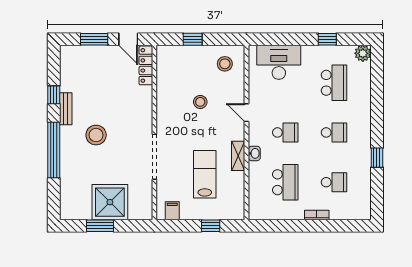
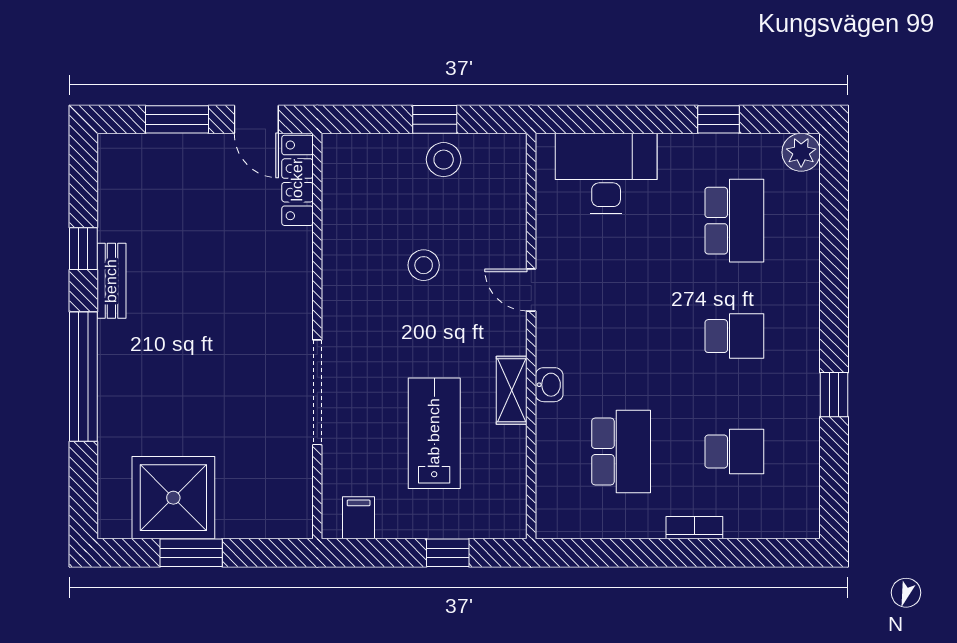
window: (193, 39) -> (435, 119), moved
stool: (225, 64) -> (444, 160), moved
school desk: (285, 132) -> (621, 336), removed
stool: (96, 135) -> (182, 342), removed
shower: (110, 202) -> (173, 498), moved

